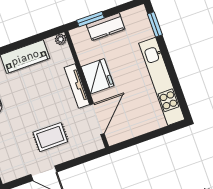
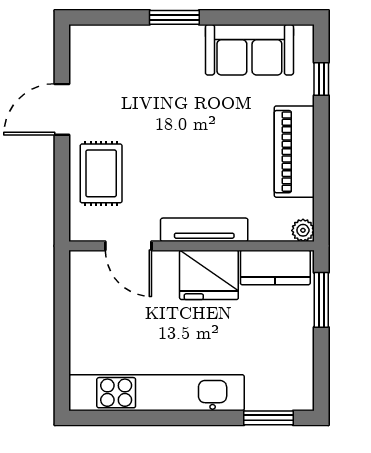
kitchen counter: (106, 27) -> (275, 267), moved, turned -90
door: (97, 119) -> (128, 246), width x0.73
rug: (50, 137) -> (101, 173), moved

